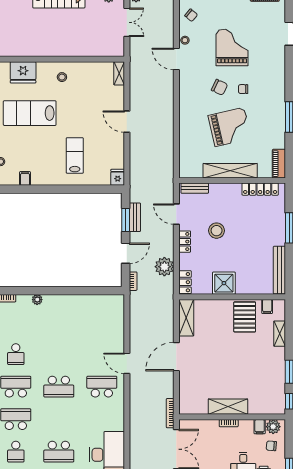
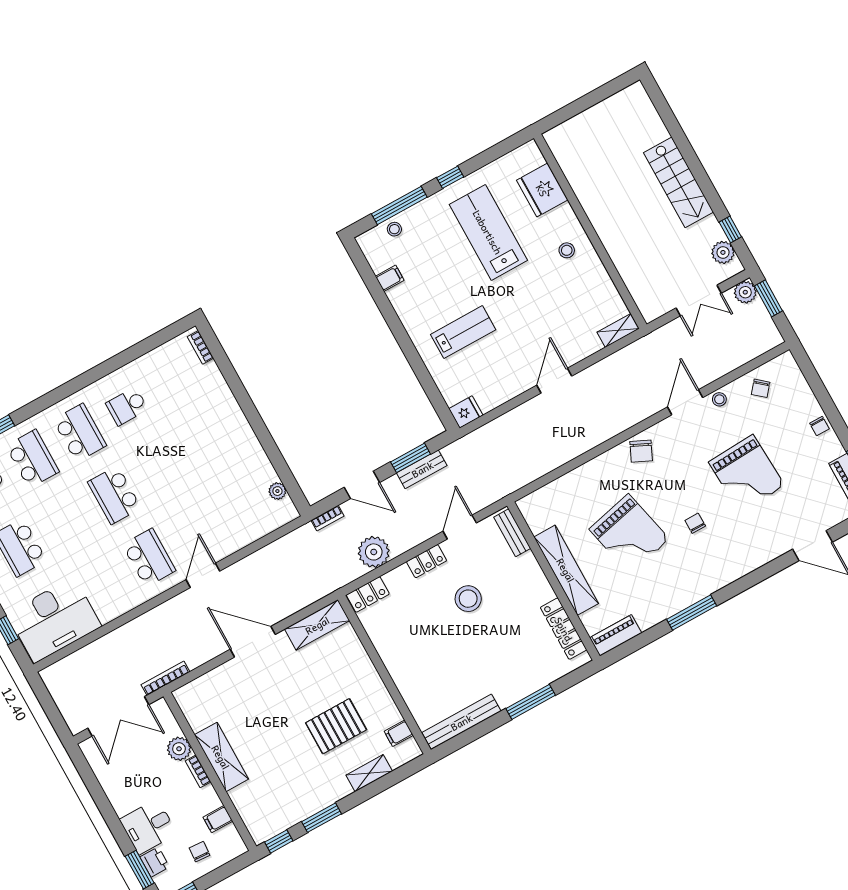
grand piano: (232, 48) -> (747, 474), turned 87
chair: (219, 87) -> (641, 451), moved
shower: (224, 283) -> (398, 652), removed
plant: (37, 300) -> (277, 491), moved
pallet: (245, 317) -> (336, 726), moved
plant: (273, 427) -> (179, 749), moved

